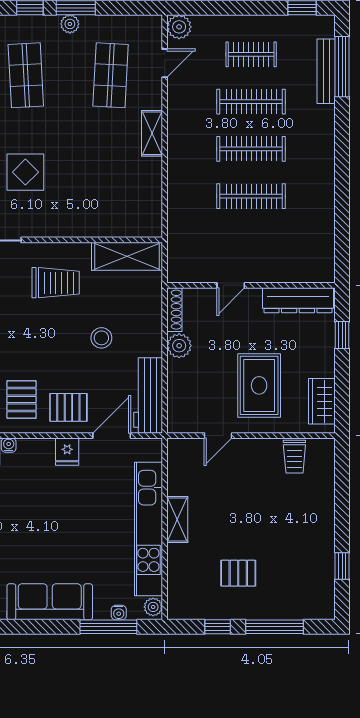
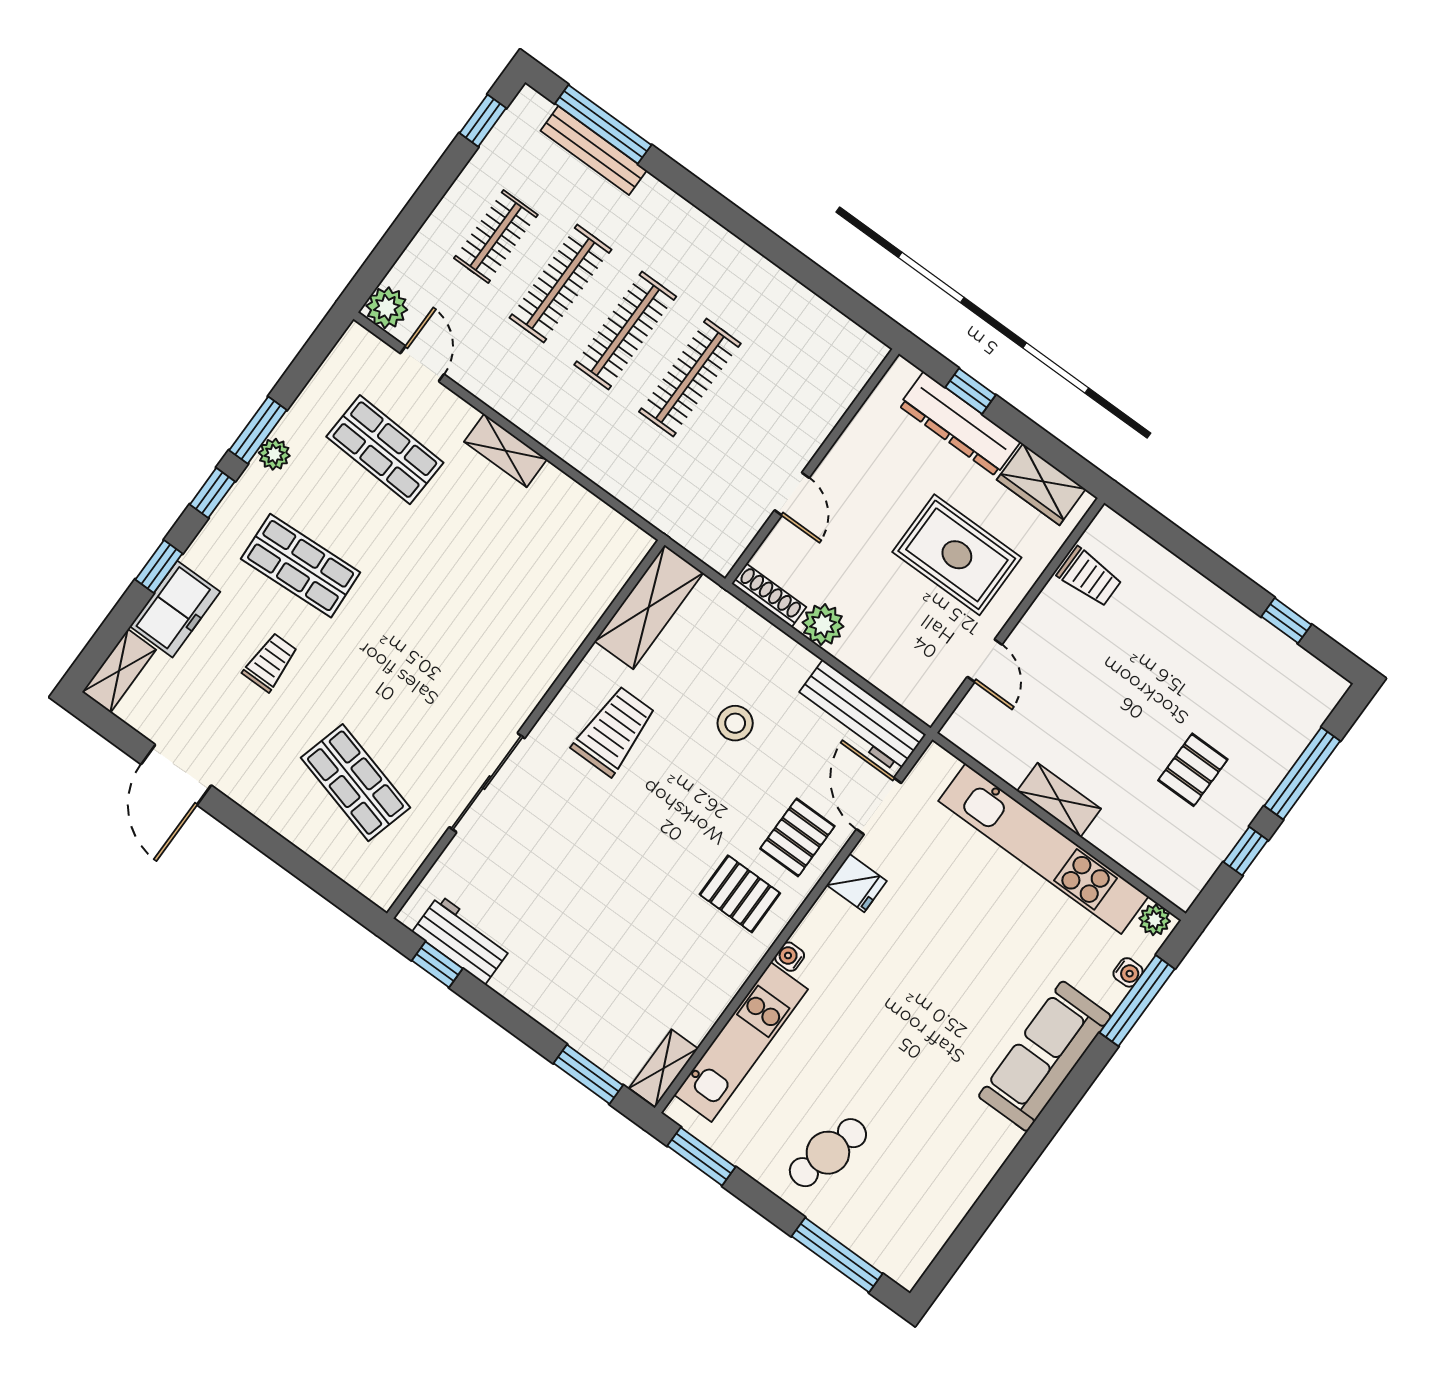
display table: (25, 172) -> (433, 662), removed
dresser: (298, 300) -> (960, 424), moved, turned 90

